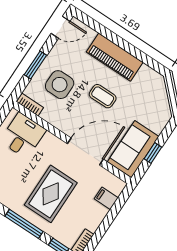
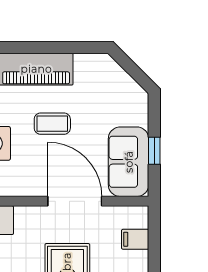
door: (85, 151) -> (75, 201), hinge flipped

